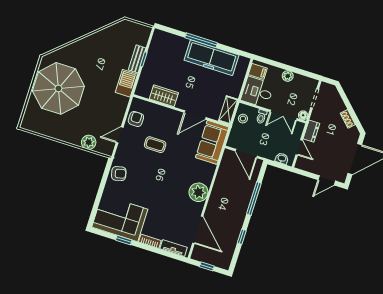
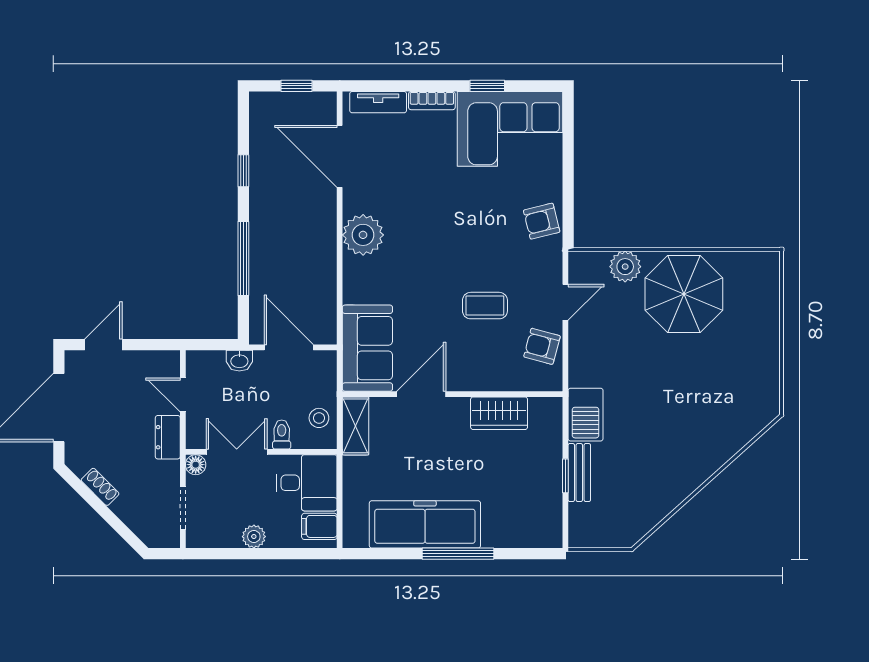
parasol: (58, 88) -> (684, 294), moved, width x0.73, depth x0.73
armchair: (136, 119) -> (542, 346), turned 105
washbasin: (282, 158) -> (239, 361), moved

